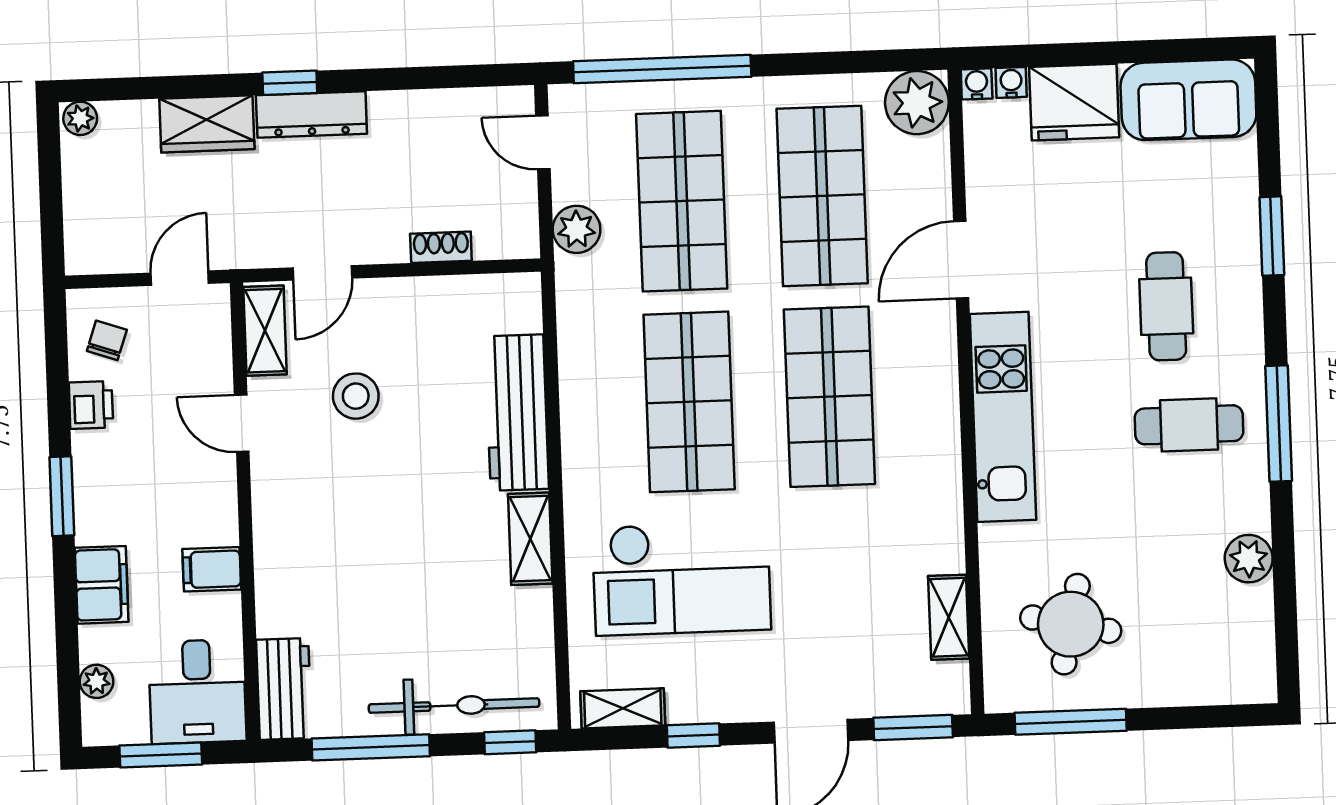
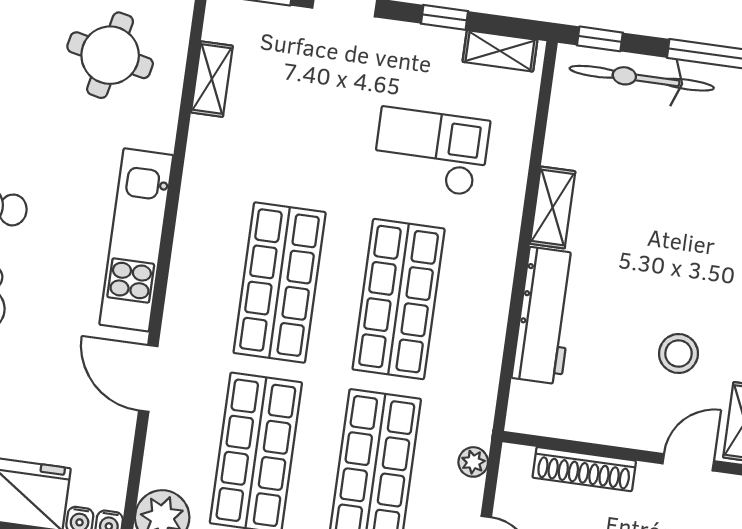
plant: (576, 229) -> (473, 462), width x0.73, depth x0.73
shoe rack: (441, 247) -> (584, 469), width x1.94, depth x1.24
door: (961, 260) -> (148, 378), swing flipped
checkout: (682, 578) -> (431, 152), width x0.73, depth x0.83

